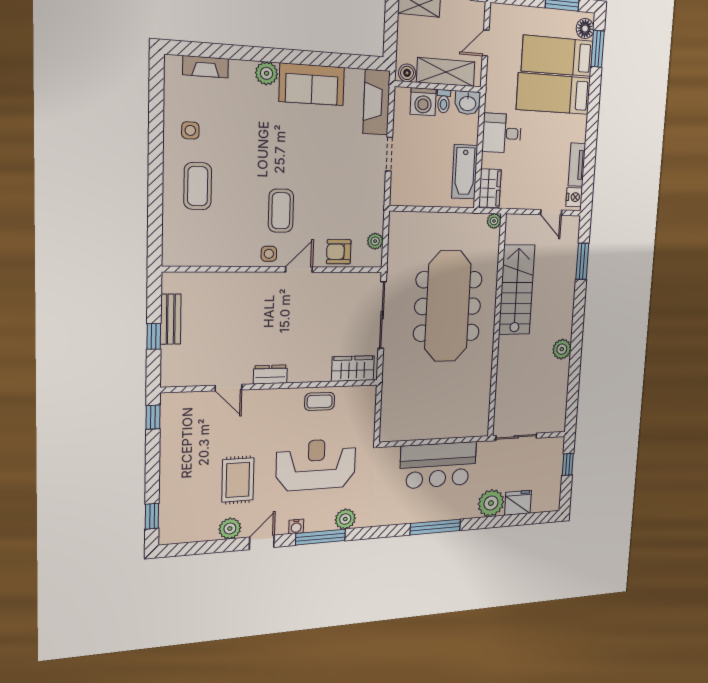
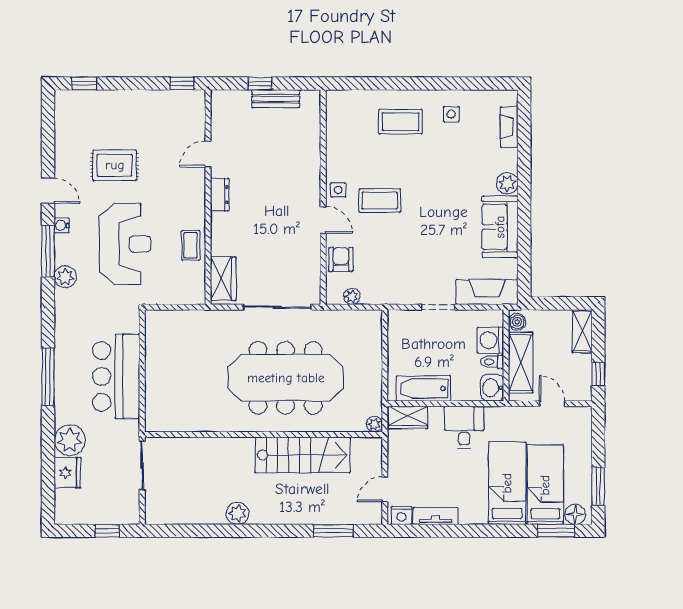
plant: (230, 528) -> (65, 158), removed

